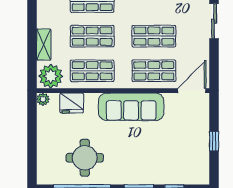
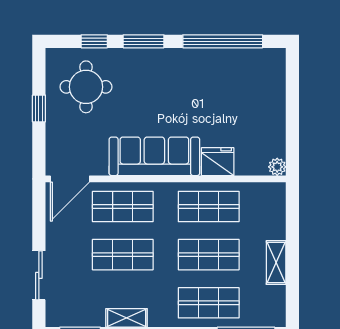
shelving: (44, 45) -> (276, 263), moved
plant: (51, 76) -> (266, 199), removed
fridge: (72, 103) -> (218, 162), moved
round table: (85, 158) -> (86, 87), moved

